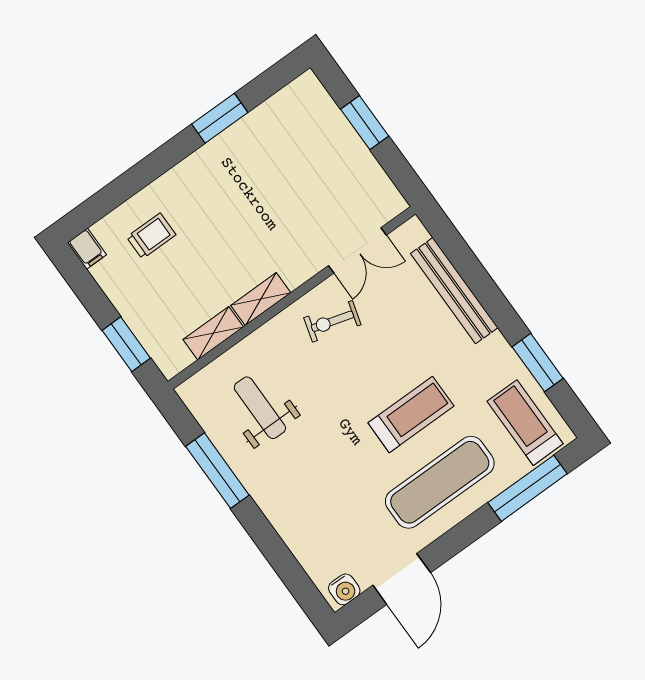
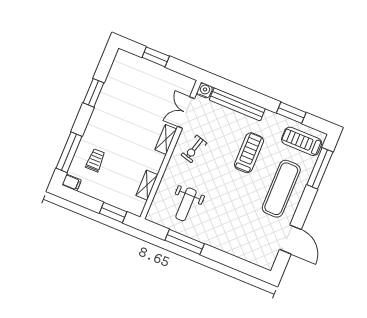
window: (115, 194) -> (69, 152), added
double door: (357, 250) -> (186, 113), swing flipped
shelving: (261, 299) -> (166, 139), moved
weight bench: (260, 408) -> (186, 204), turned -90
treadmill: (411, 414) -> (249, 153), moved
water cooler: (344, 589) -> (205, 90), moved, turned -90

